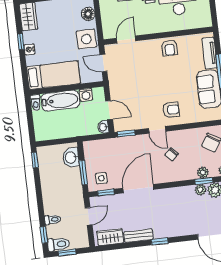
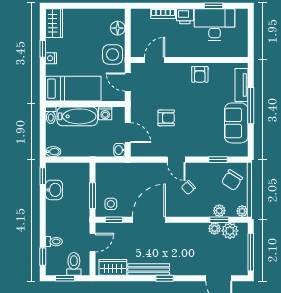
armchair: (171, 110) -> (166, 118), moved
window: (126, 133) -> (218, 160), moved
bidet: (42, 136) -> (53, 152), added
washbasin: (71, 157) -> (54, 190), moved, turned 180
bench: (139, 236) -> (149, 270), width x1.36
toilet: (58, 244) -> (74, 264), moved, turned -90

